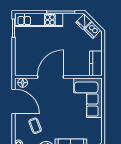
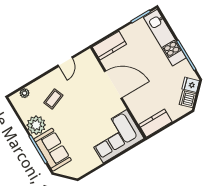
kitchen counter: (21, 63) -> (109, 46), added
floor lamp: (23, 83) -> (90, 60), removed
door: (13, 101) -> (65, 62), width x0.53

